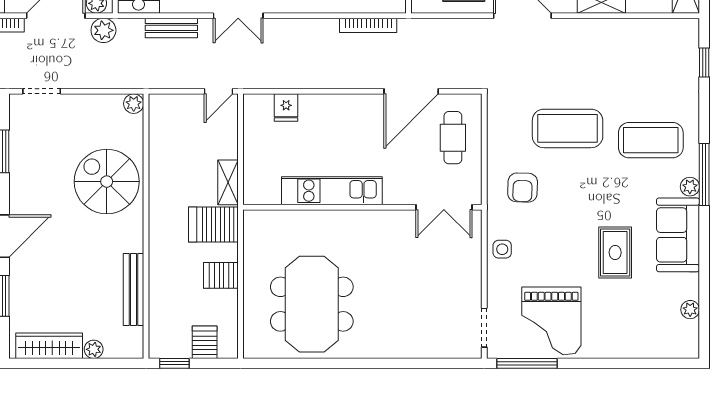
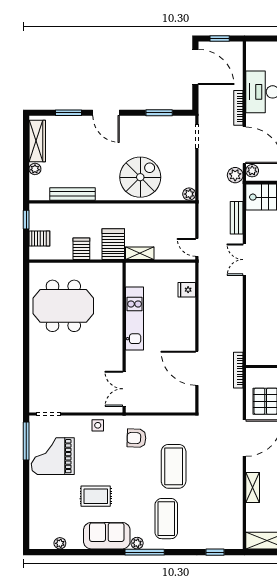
bookcase: (368, 25) -> (238, 370), moved
cafe table: (453, 138) -> (168, 394), removed

